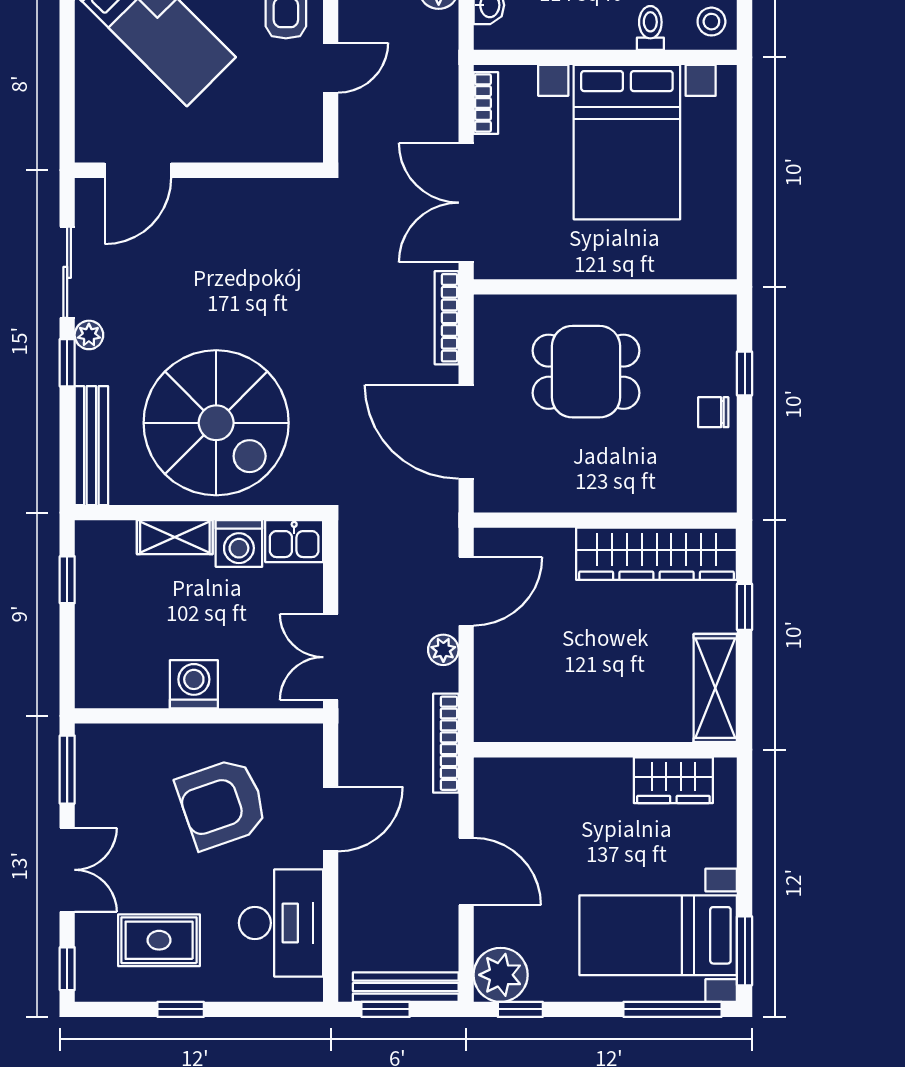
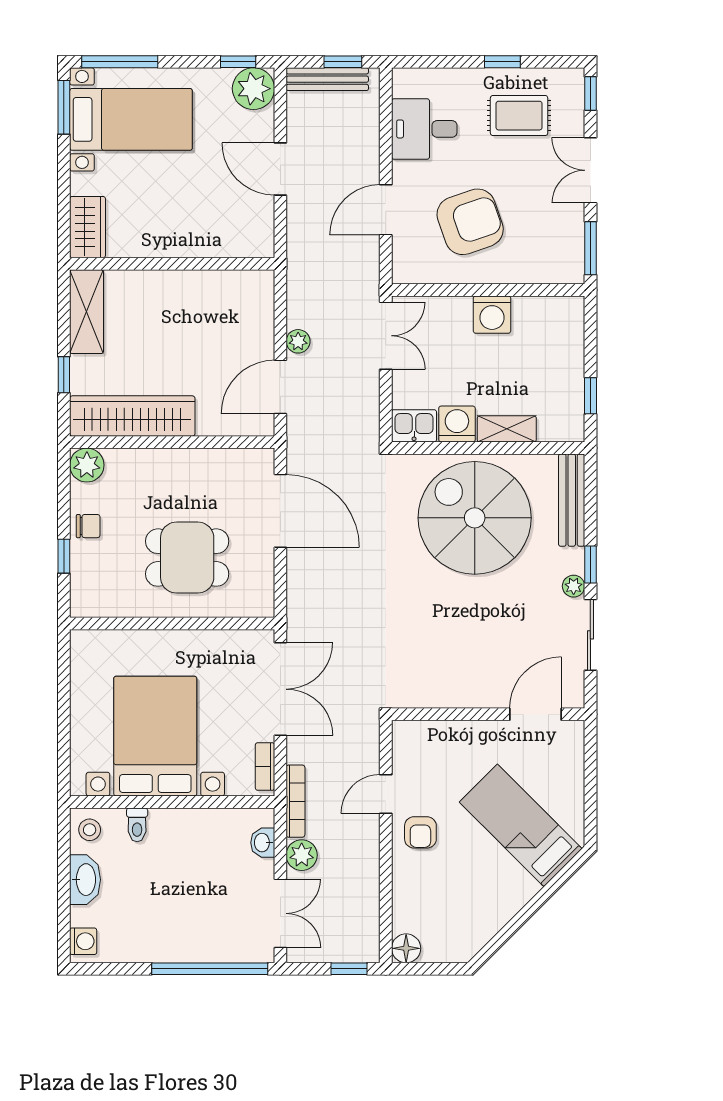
bookcase: (447, 318) -> (295, 801), moved
plant: (715, 491) -> (87, 465), added
bookcase: (446, 743) -> (296, 269), removed
wardrobe: (673, 780) -> (88, 227), moved, turned 90
desk: (281, 923) -> (424, 129), width x0.73

